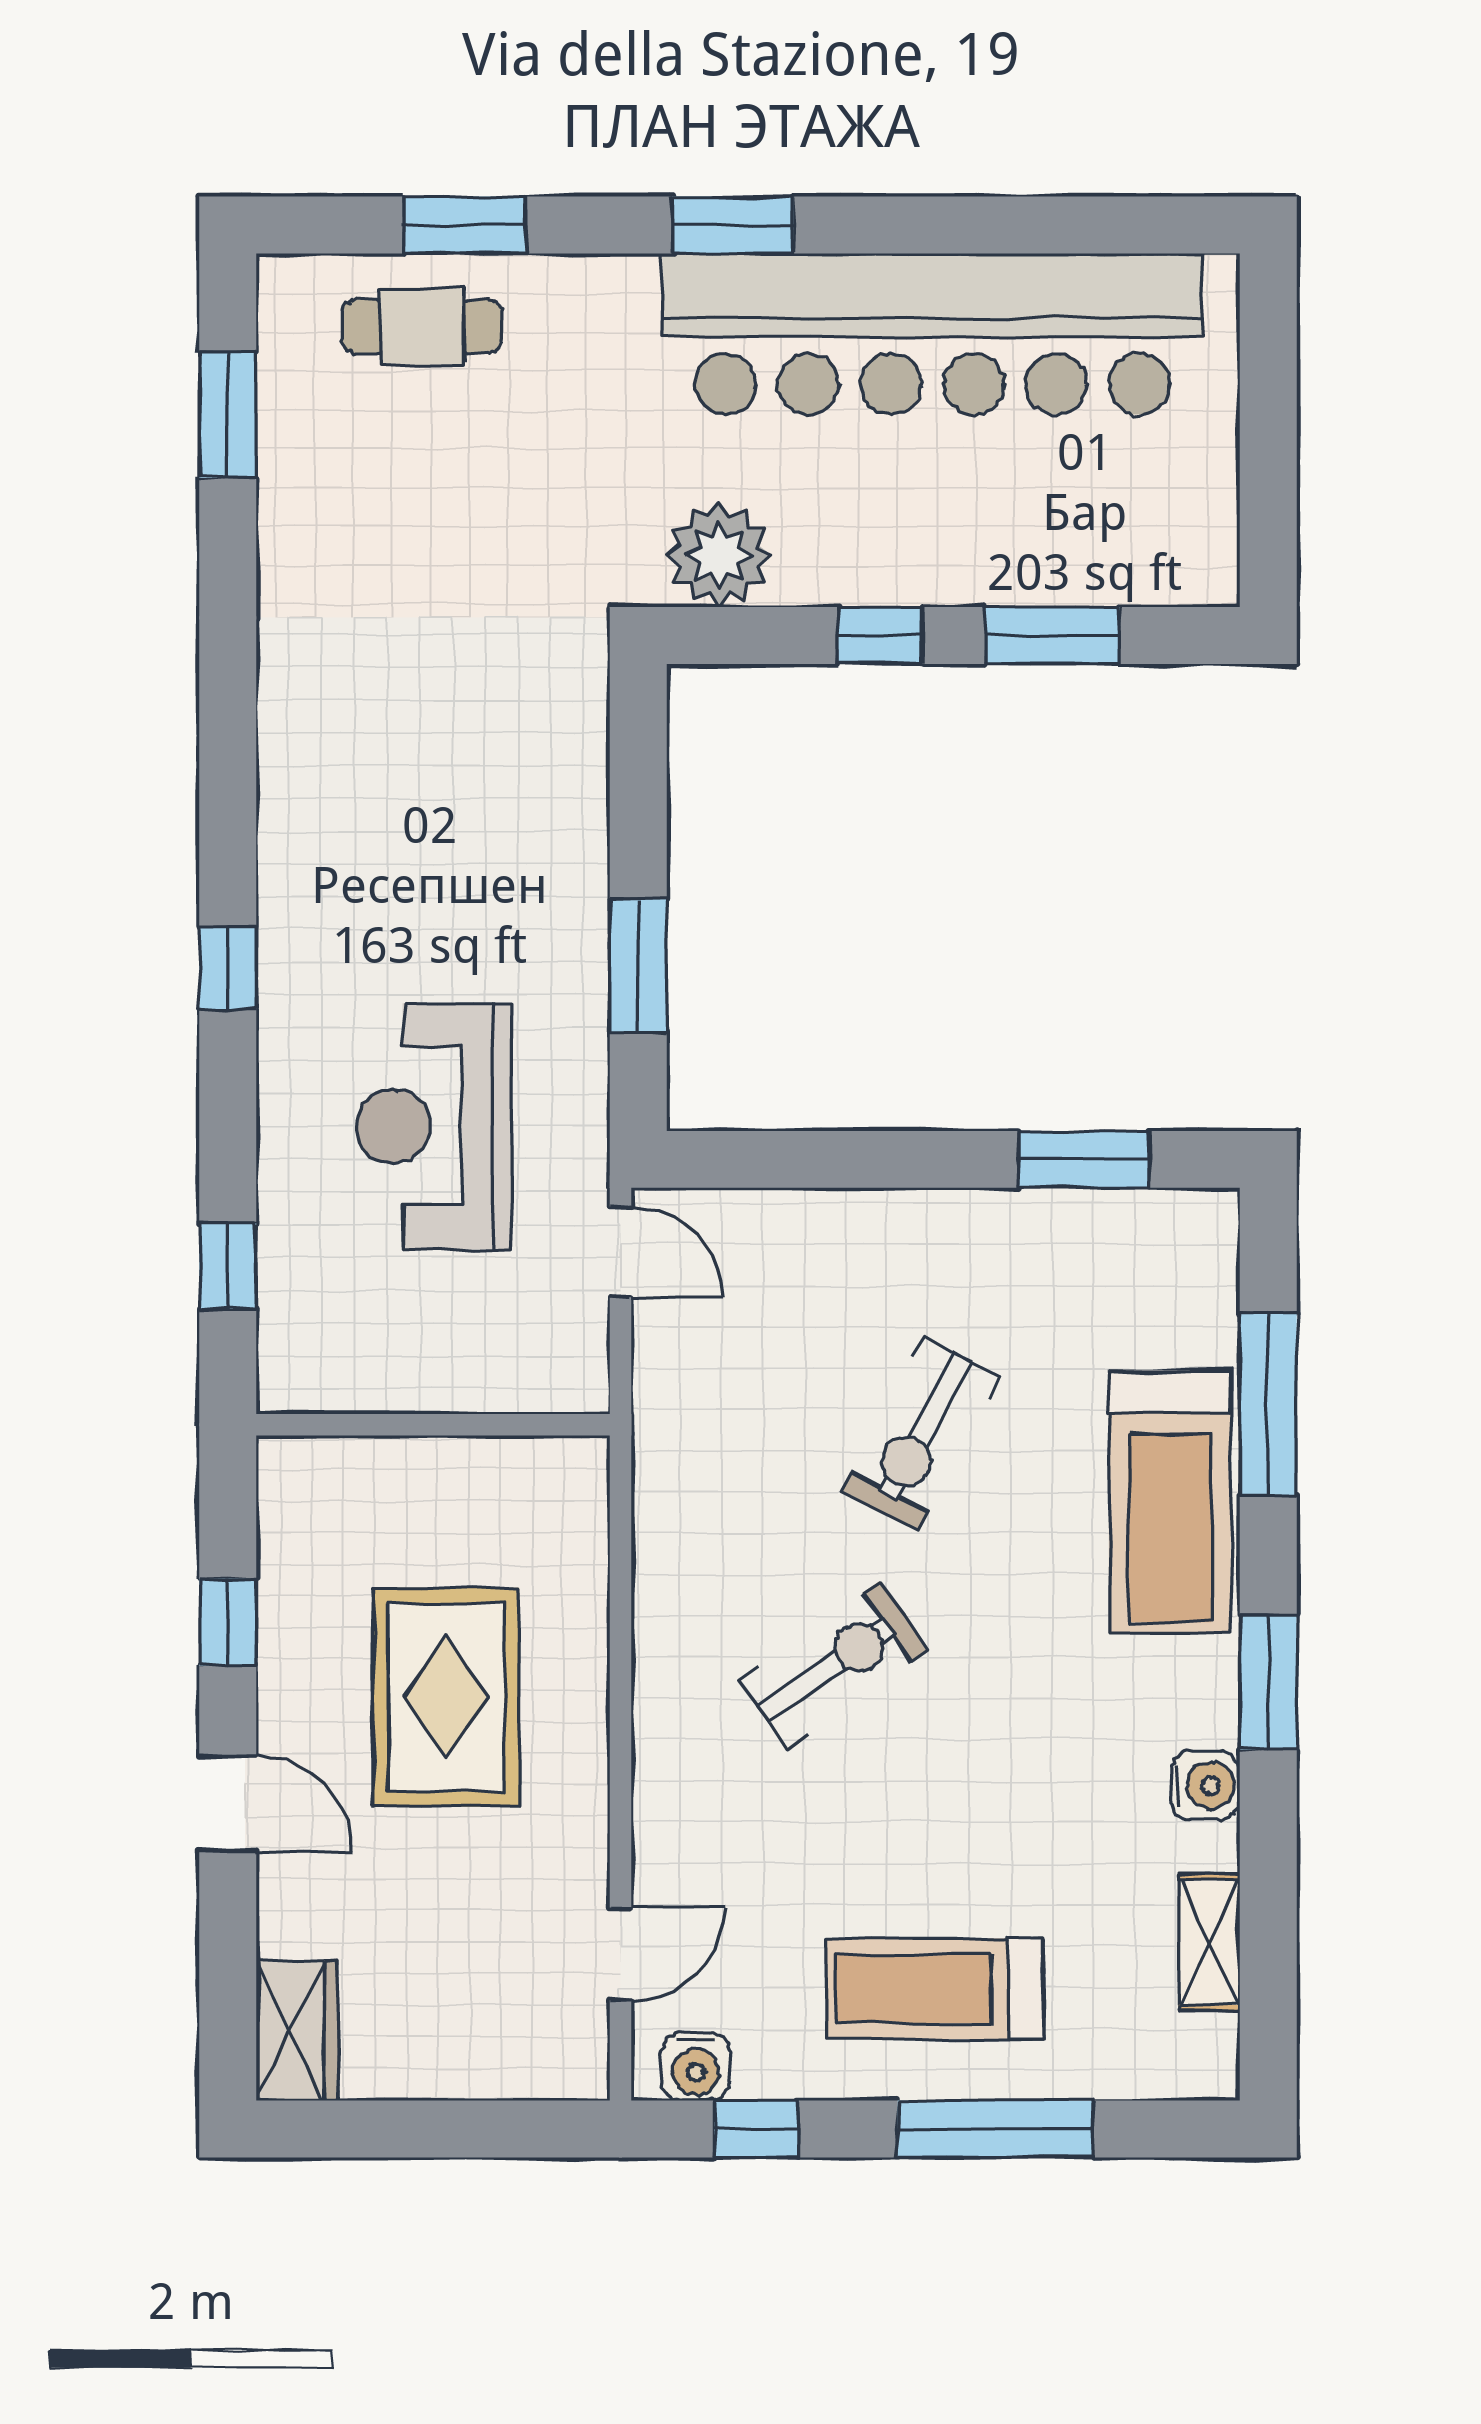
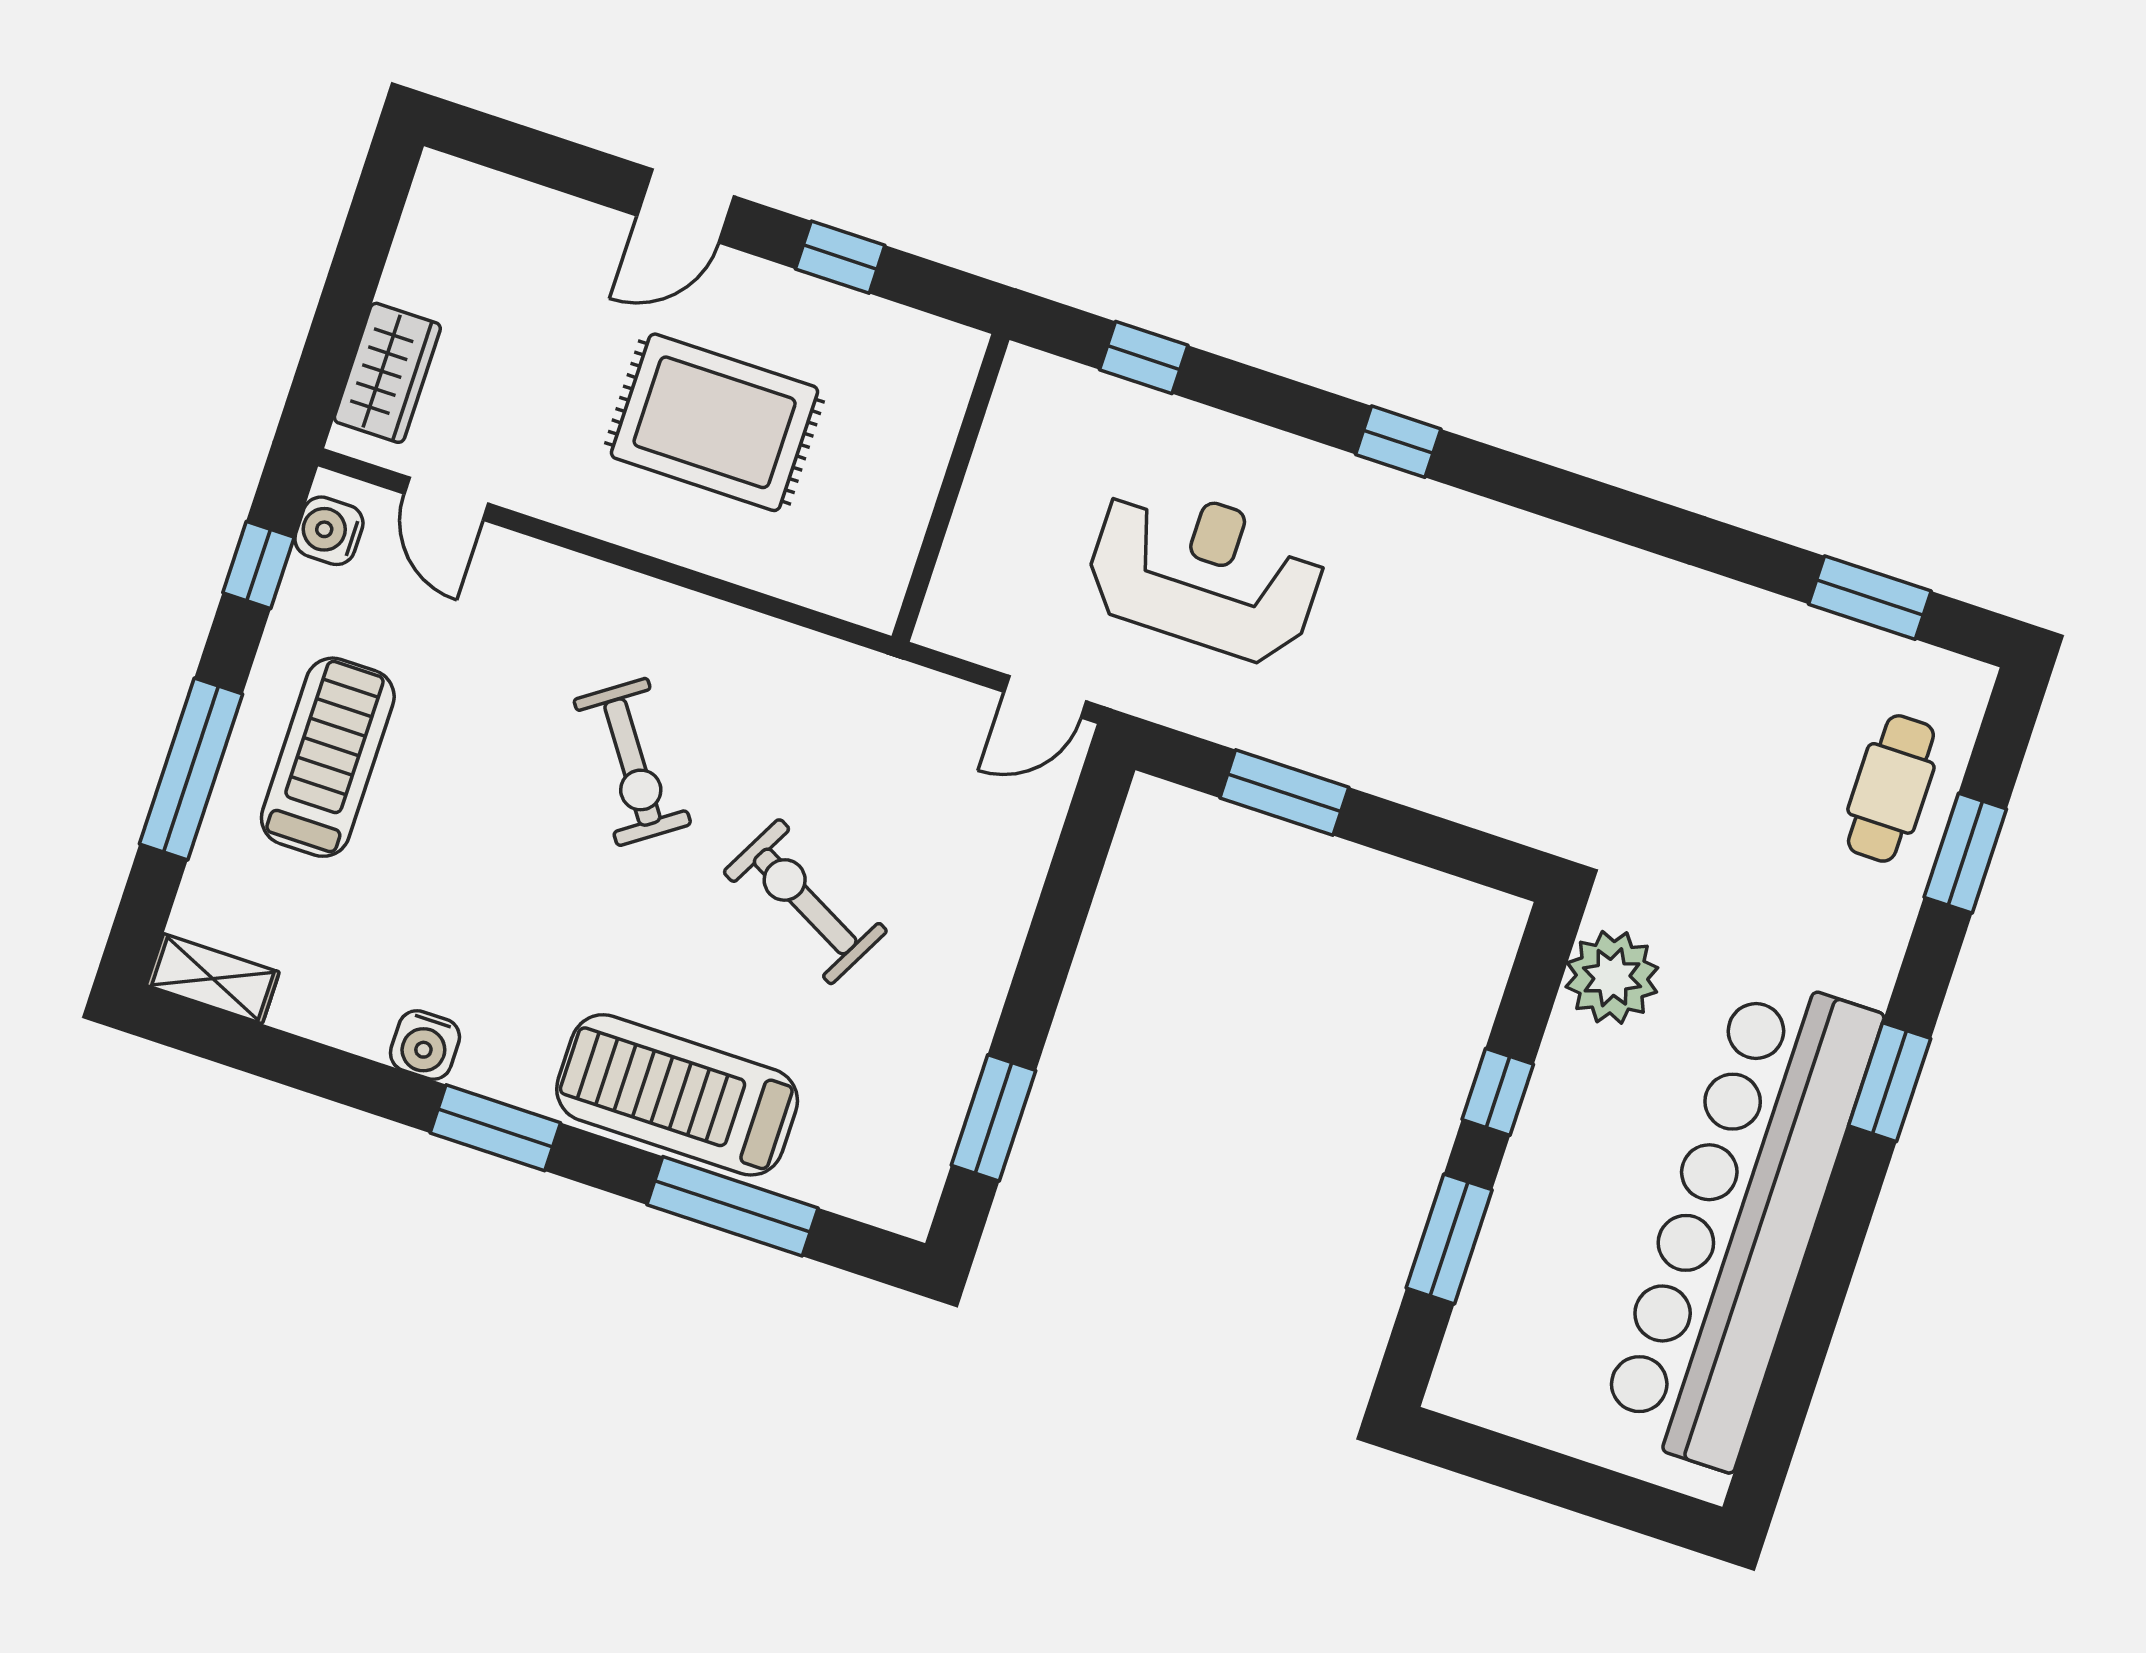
shelving: (1209, 1942) -> (213, 979), moved
wardrobe: (297, 2031) -> (387, 373), moved, turned -90

